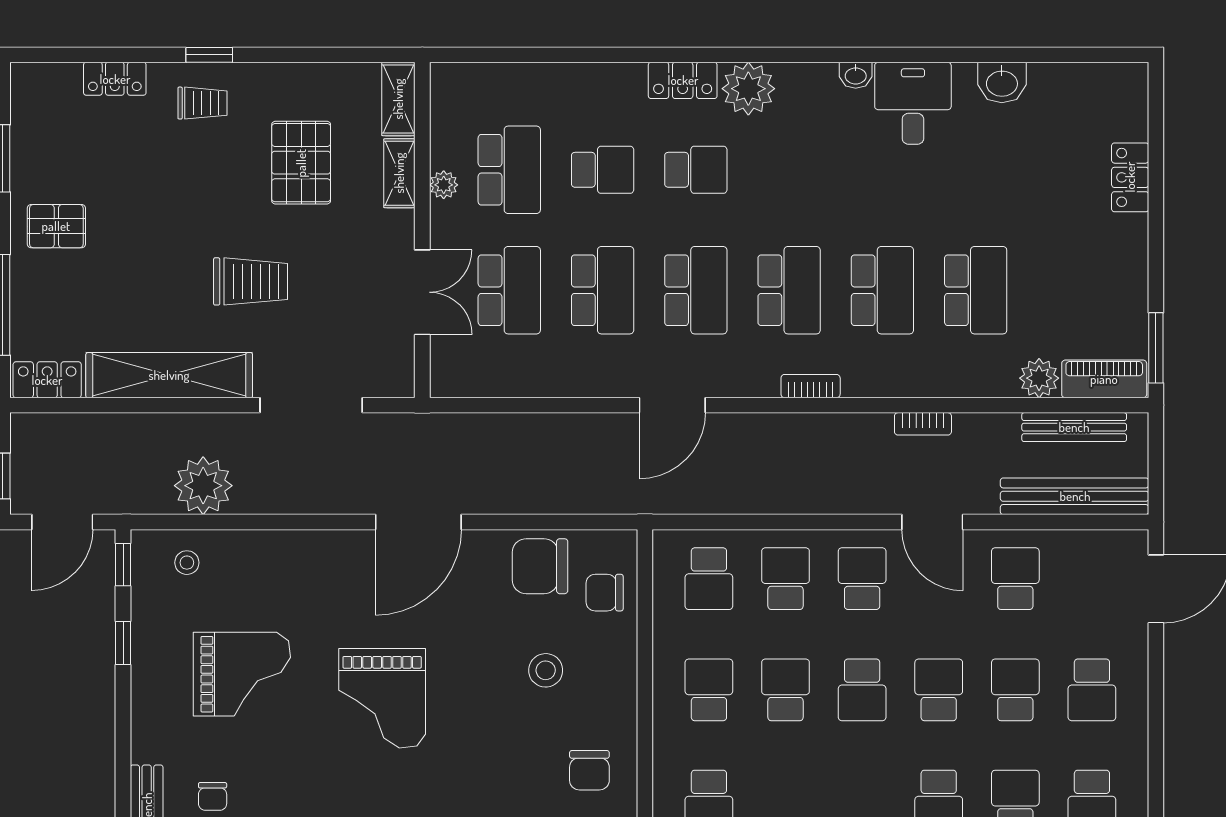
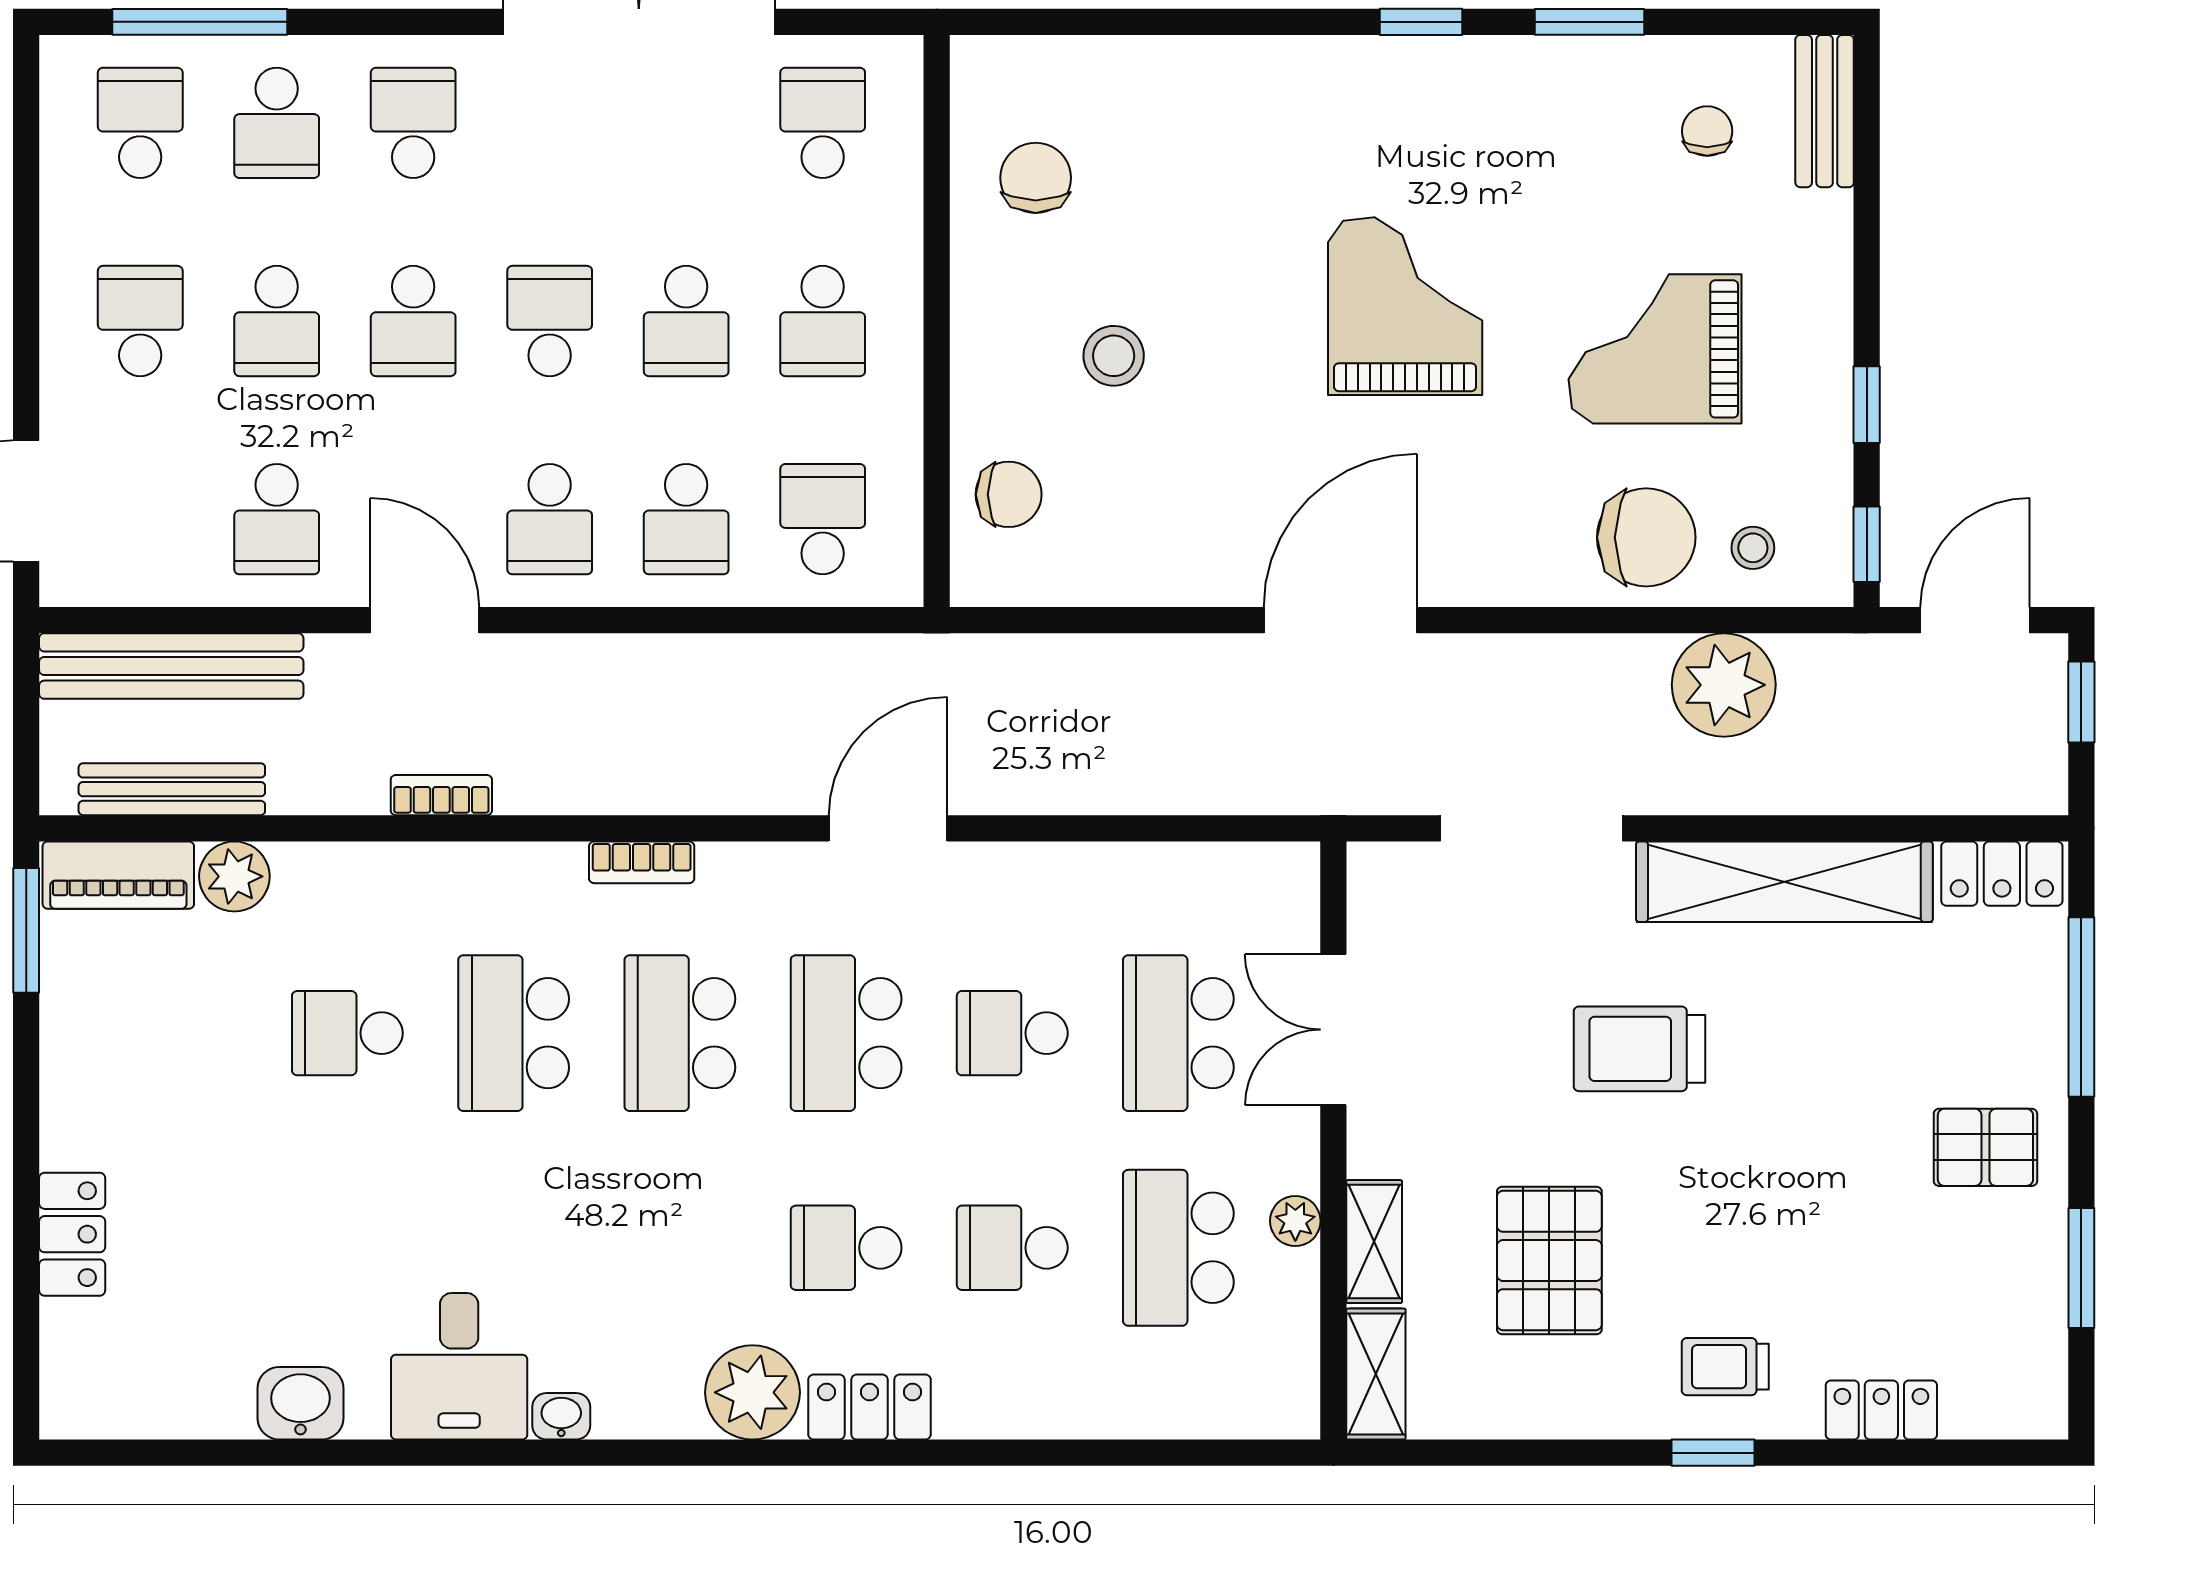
school desk: (603, 290) -> (1012, 1033), width x0.54
school desk: (976, 290) -> (347, 1033), width x0.54
chair: (540, 566) -> (1646, 537), moved

